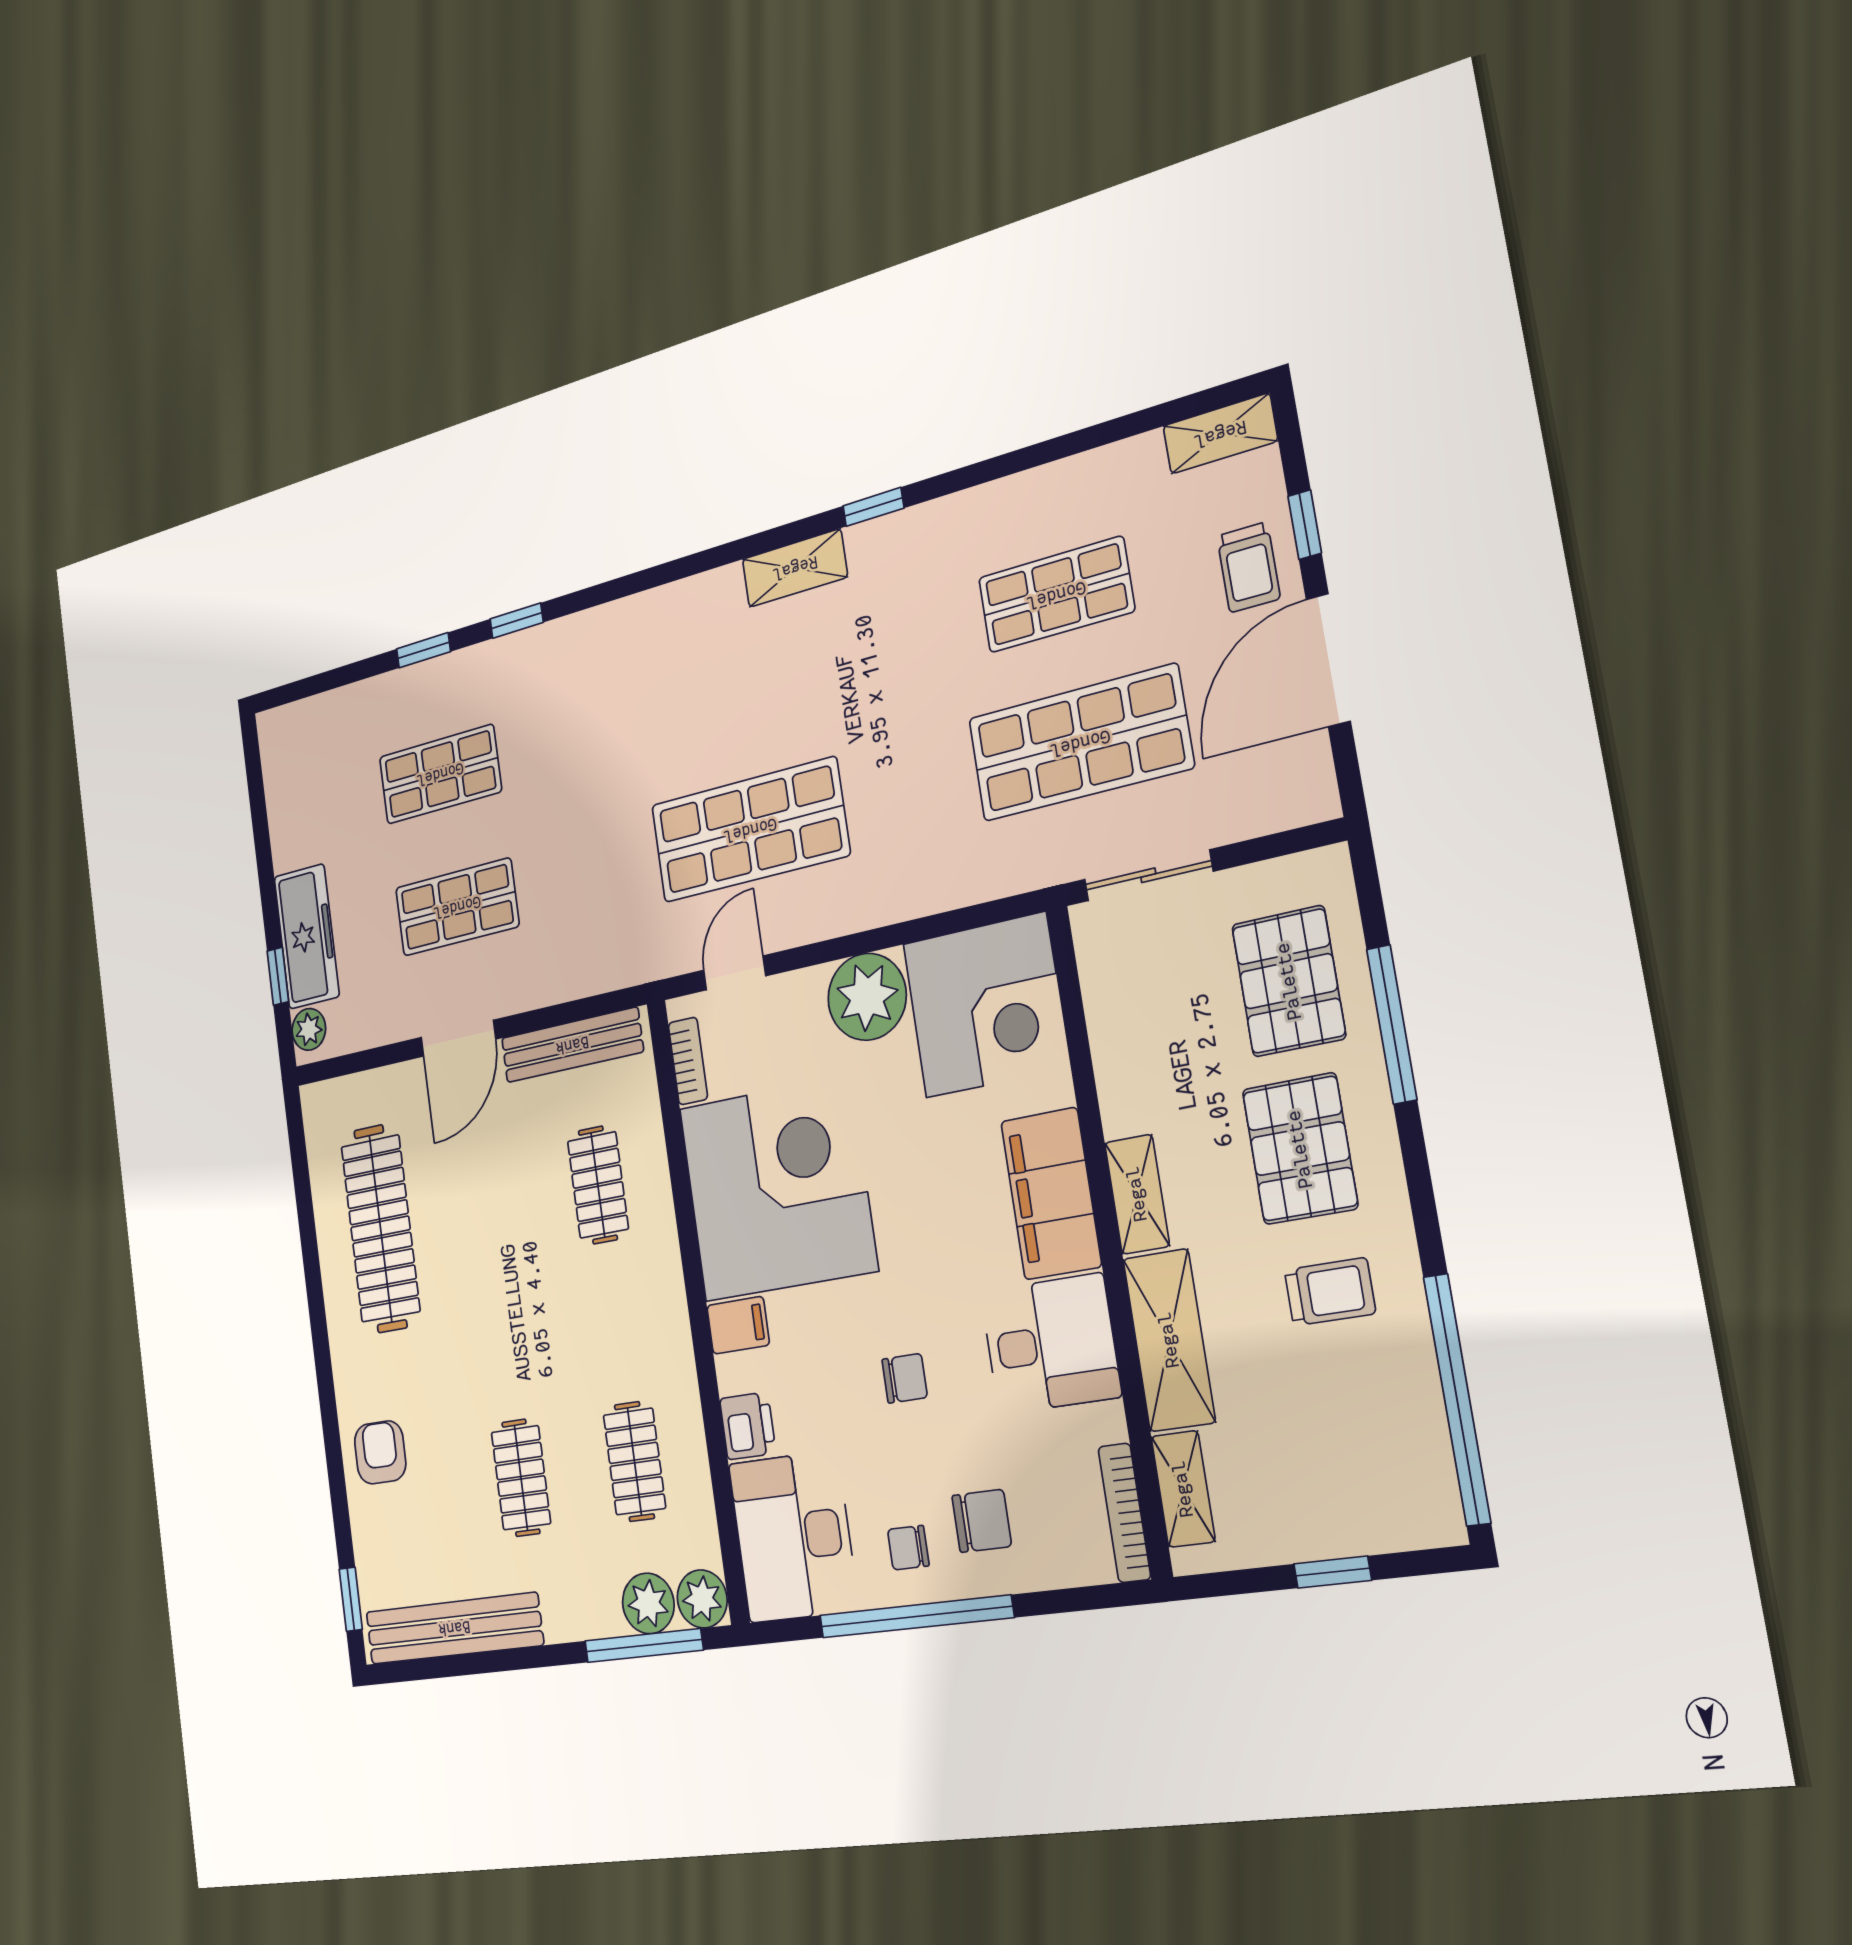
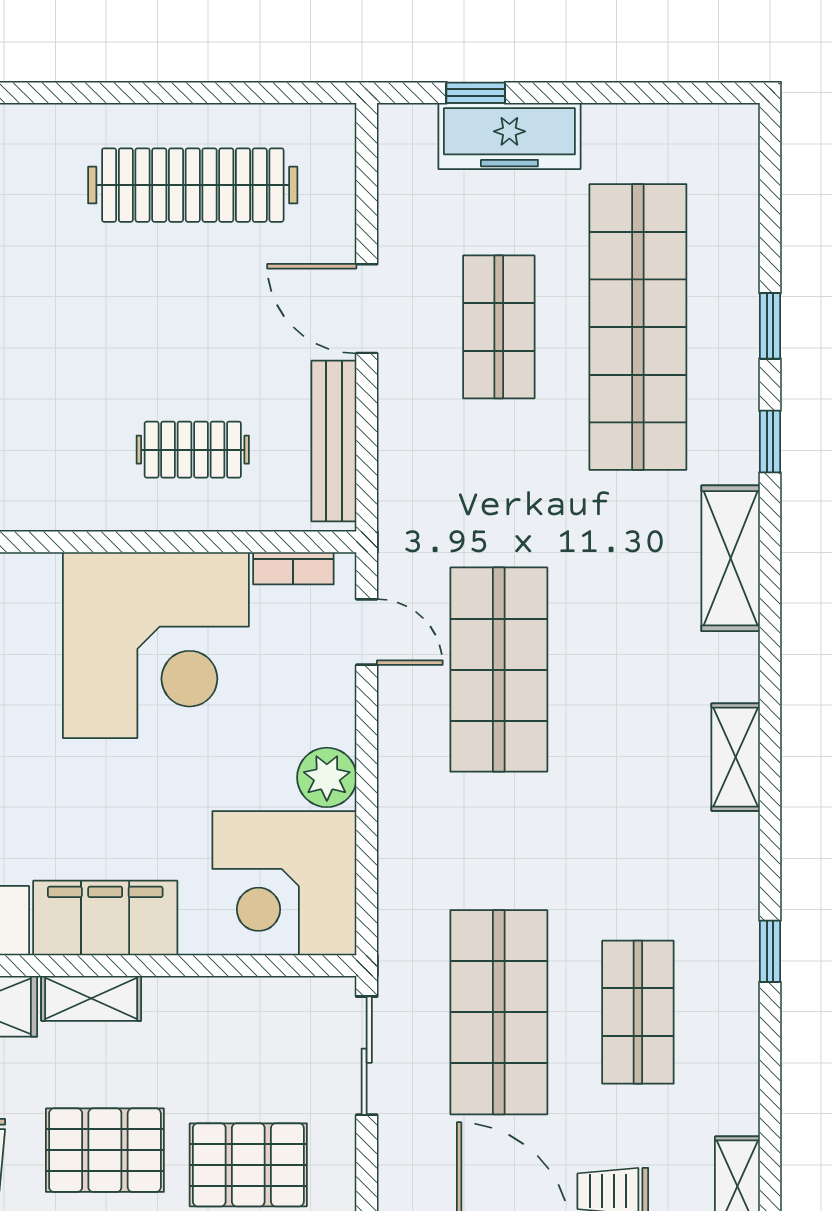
window: (873, 507) -> (770, 951), moved
shelving: (619, 628) -> (731, 558), added
shop shelf: (440, 774) -> (638, 327), width x2.00, depth x1.36
plant: (867, 997) -> (327, 777), width x0.73, depth x0.73
plant: (309, 1029) -> (412, 125), removed
filing cabinet: (738, 1325) -> (36, 583), removed

